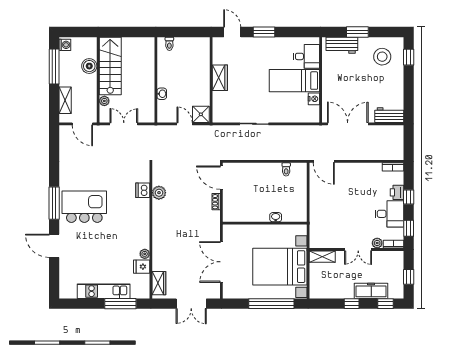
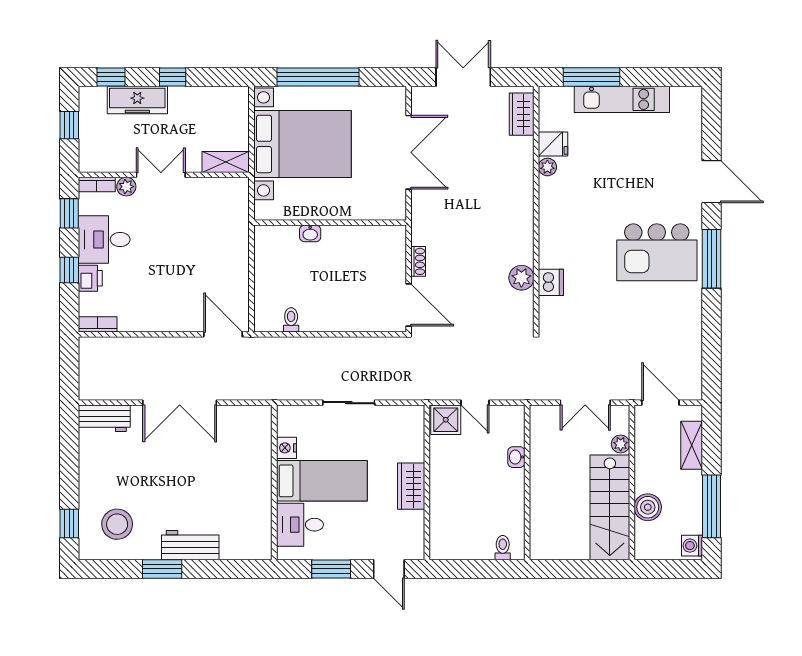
desk: (306, 56) -> (300, 525), moved
wall: (321, 80) -> (274, 482), moved
bed: (294, 81) -> (322, 481), moved
nightstand: (314, 99) -> (286, 448), moved

